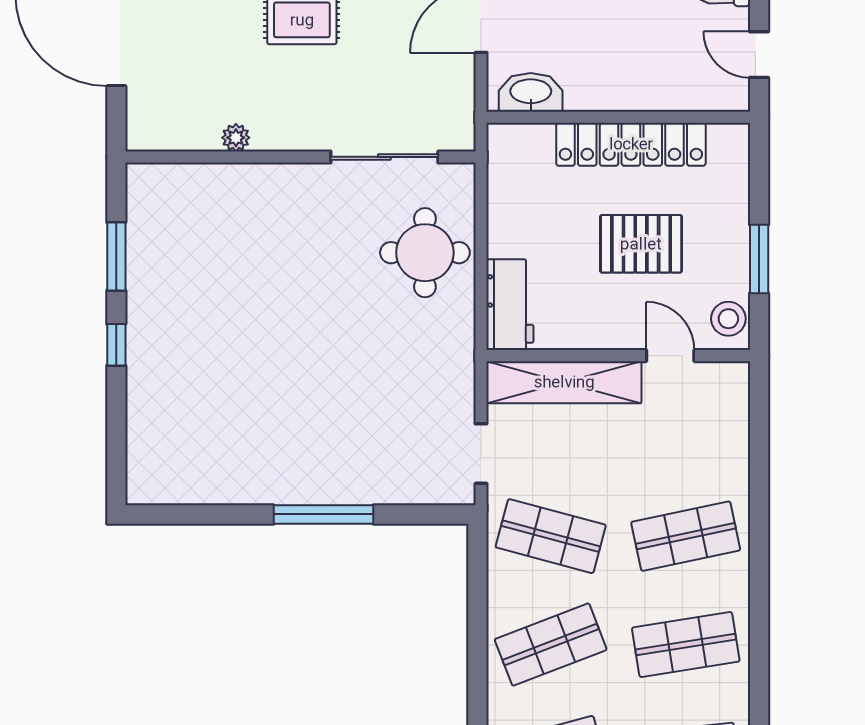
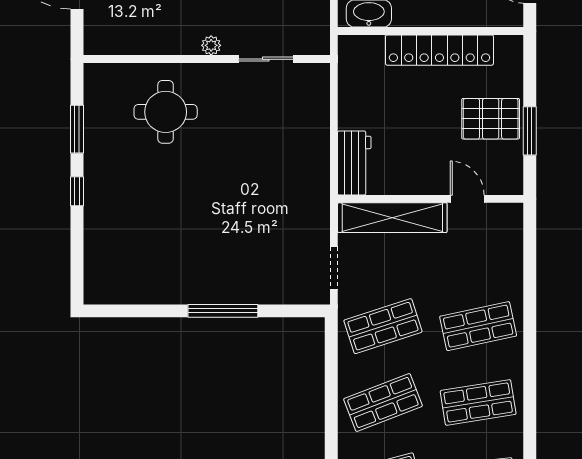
plant: (236, 138) -> (211, 45), moved
sliding door: (384, 157) -> (266, 59), width x0.73
pallet: (641, 244) -> (491, 119), moved
round table: (425, 253) -> (166, 112), moved
stool: (728, 319) -> (508, 173), removed
shop shelf: (551, 536) -> (383, 326), turned -33

